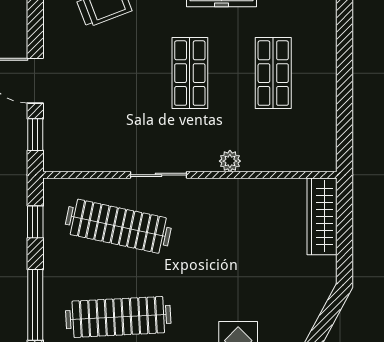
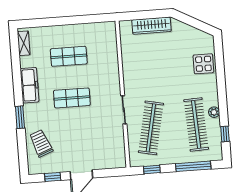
window: (35, 135) -> (53, 177), moved
plant: (230, 161) -> (114, 75), removed
wardrobe: (322, 216) -> (151, 26), moved

